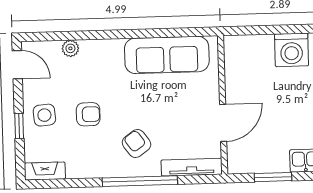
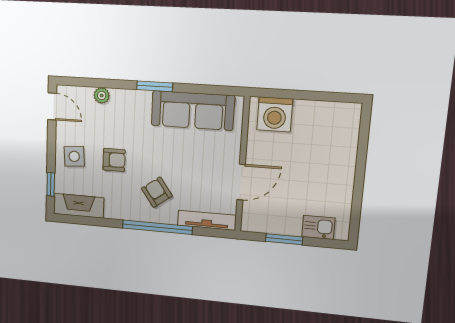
window: (126, 34) -> (155, 86), added
washing machine: (292, 50) -> (275, 114), moved
window: (19, 126) -> (51, 184), moved
fireplace: (45, 171) -> (79, 206), width x1.37, depth x1.32

